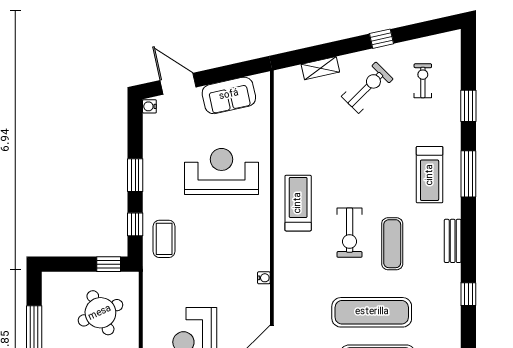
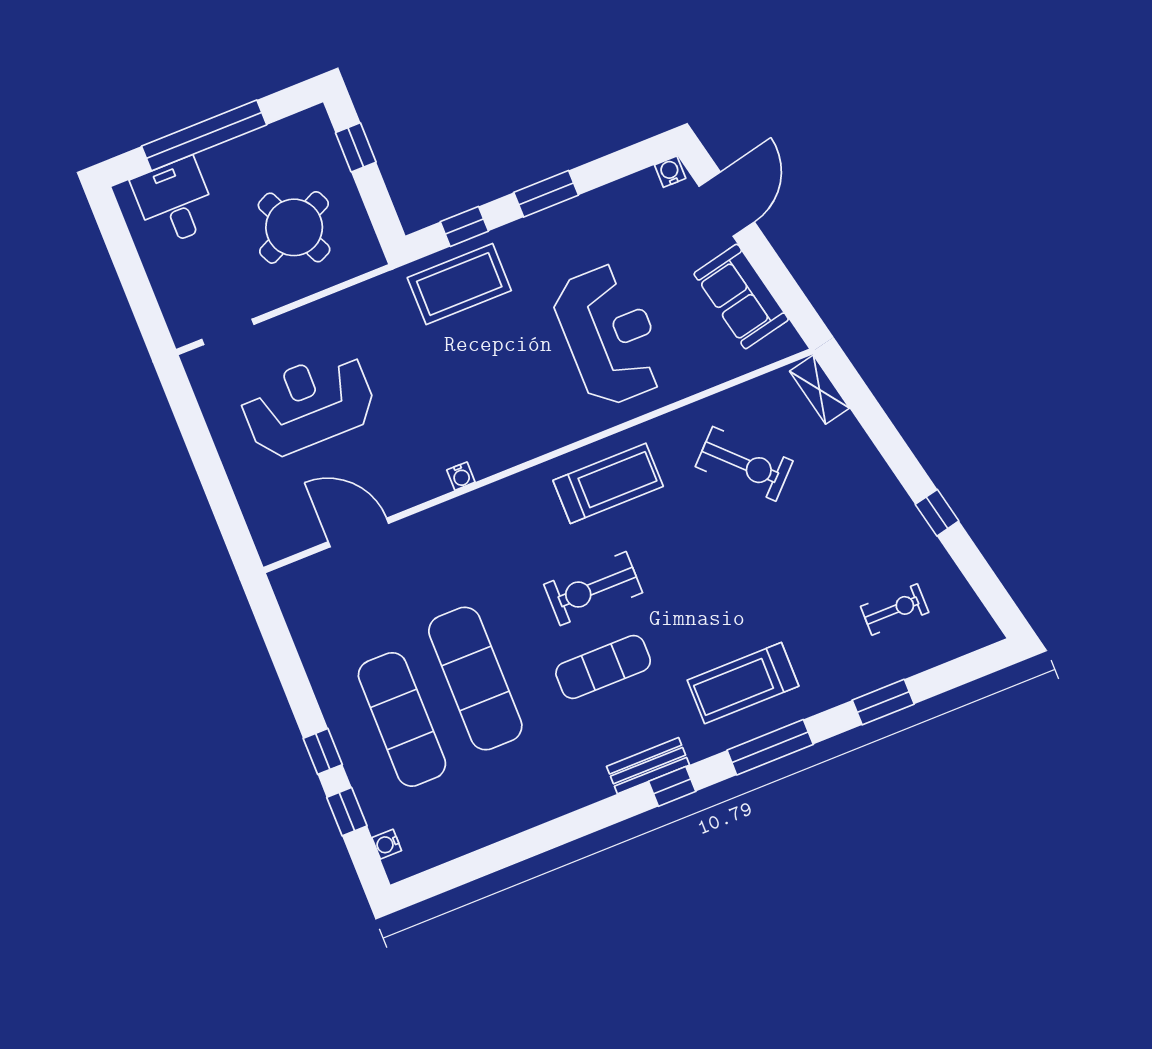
shelving: (320, 68) -> (819, 390), moved
exercise bike: (367, 88) -> (744, 464), moved
coffee table: (164, 239) -> (459, 284), width x1.36, depth x1.32
window: (109, 264) -> (356, 147), moved
window: (468, 294) -> (672, 786), moved

